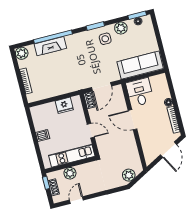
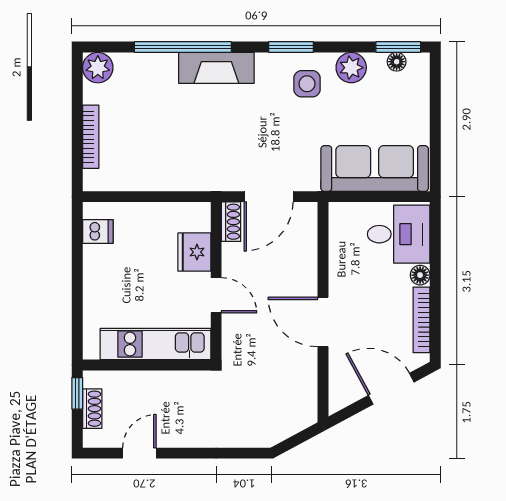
fireplace: (50, 46) -> (216, 68), moved
desk: (140, 92) -> (399, 234), moved, turned 90
fridge: (64, 105) -> (194, 252), moved, turned 90
door: (132, 120) -> (323, 322), moved
dishwasher: (43, 135) -> (98, 231), moved
door: (169, 150) -> (391, 389), swing flipped
plant: (70, 173) -> (140, 385), removed
plant: (129, 175) -> (280, 425), removed

